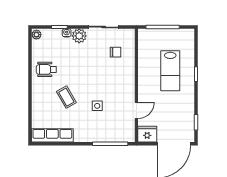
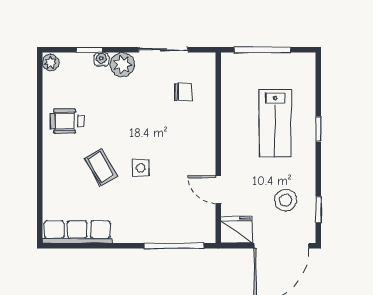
side table: (97, 106) -> (141, 168), moved
door: (136, 110) -> (218, 190), swing flipped
stool: (177, 117) -> (286, 200), added

